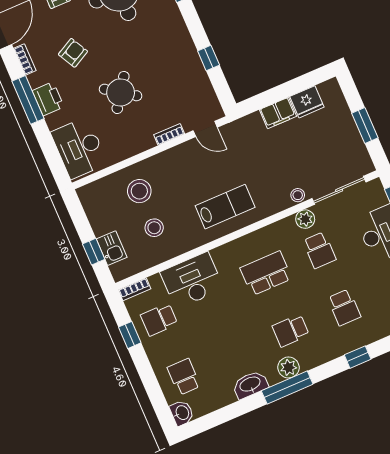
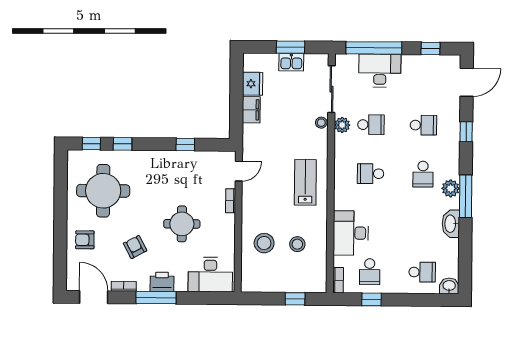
round table: (121, 92) -> (182, 224), turned -35
kitchen sink: (112, 248) -> (291, 62), moved, turned 180
school desk: (266, 273) -> (371, 174), width x0.54
school desk: (184, 377) -> (422, 272), turned 180

